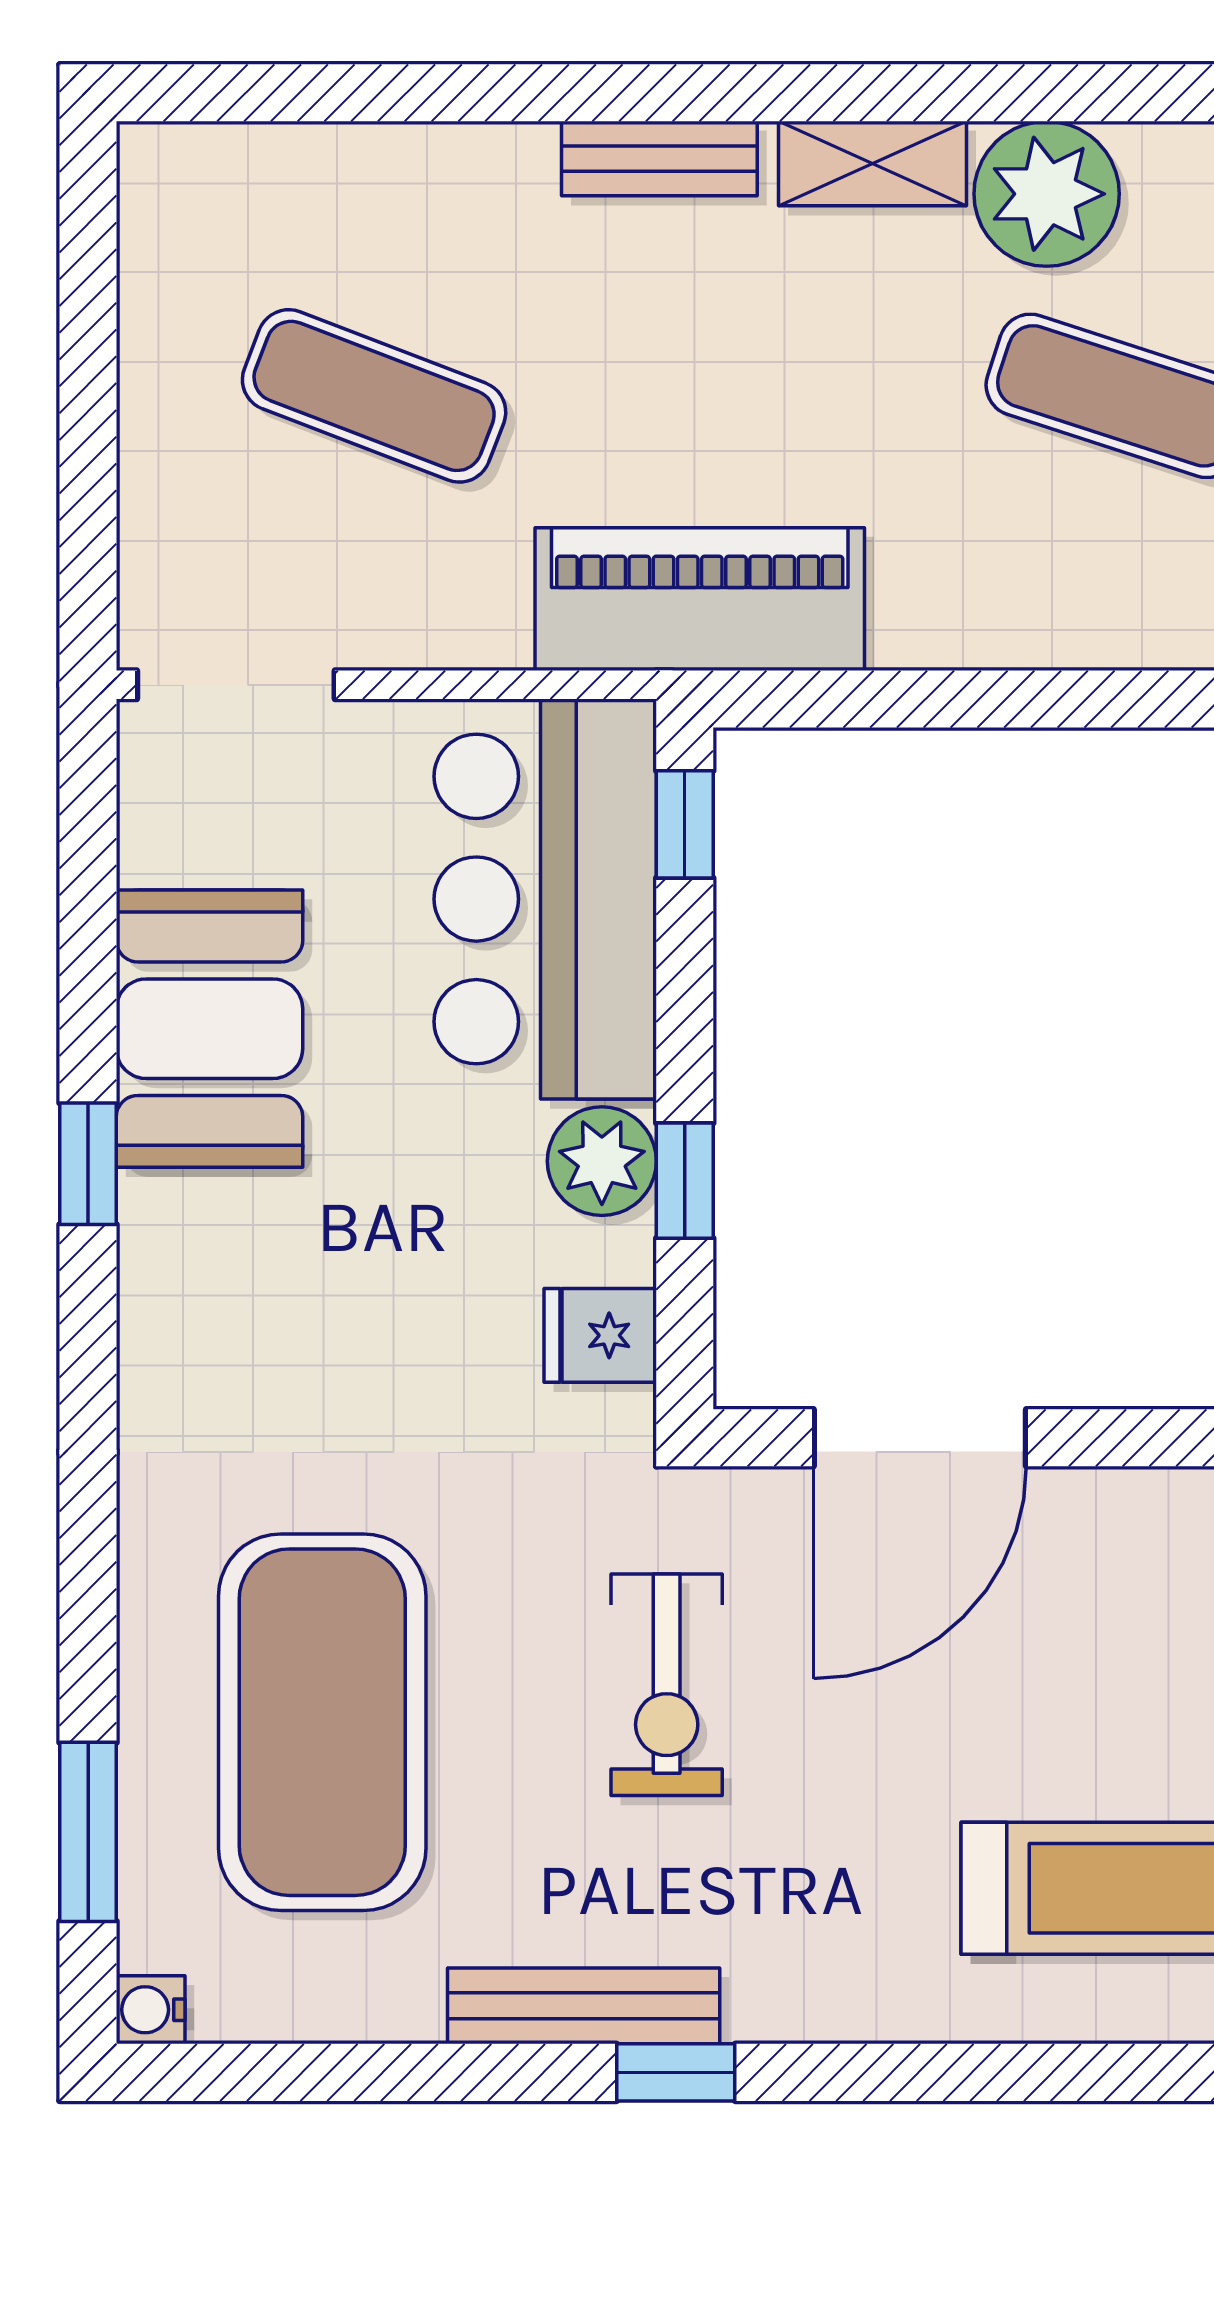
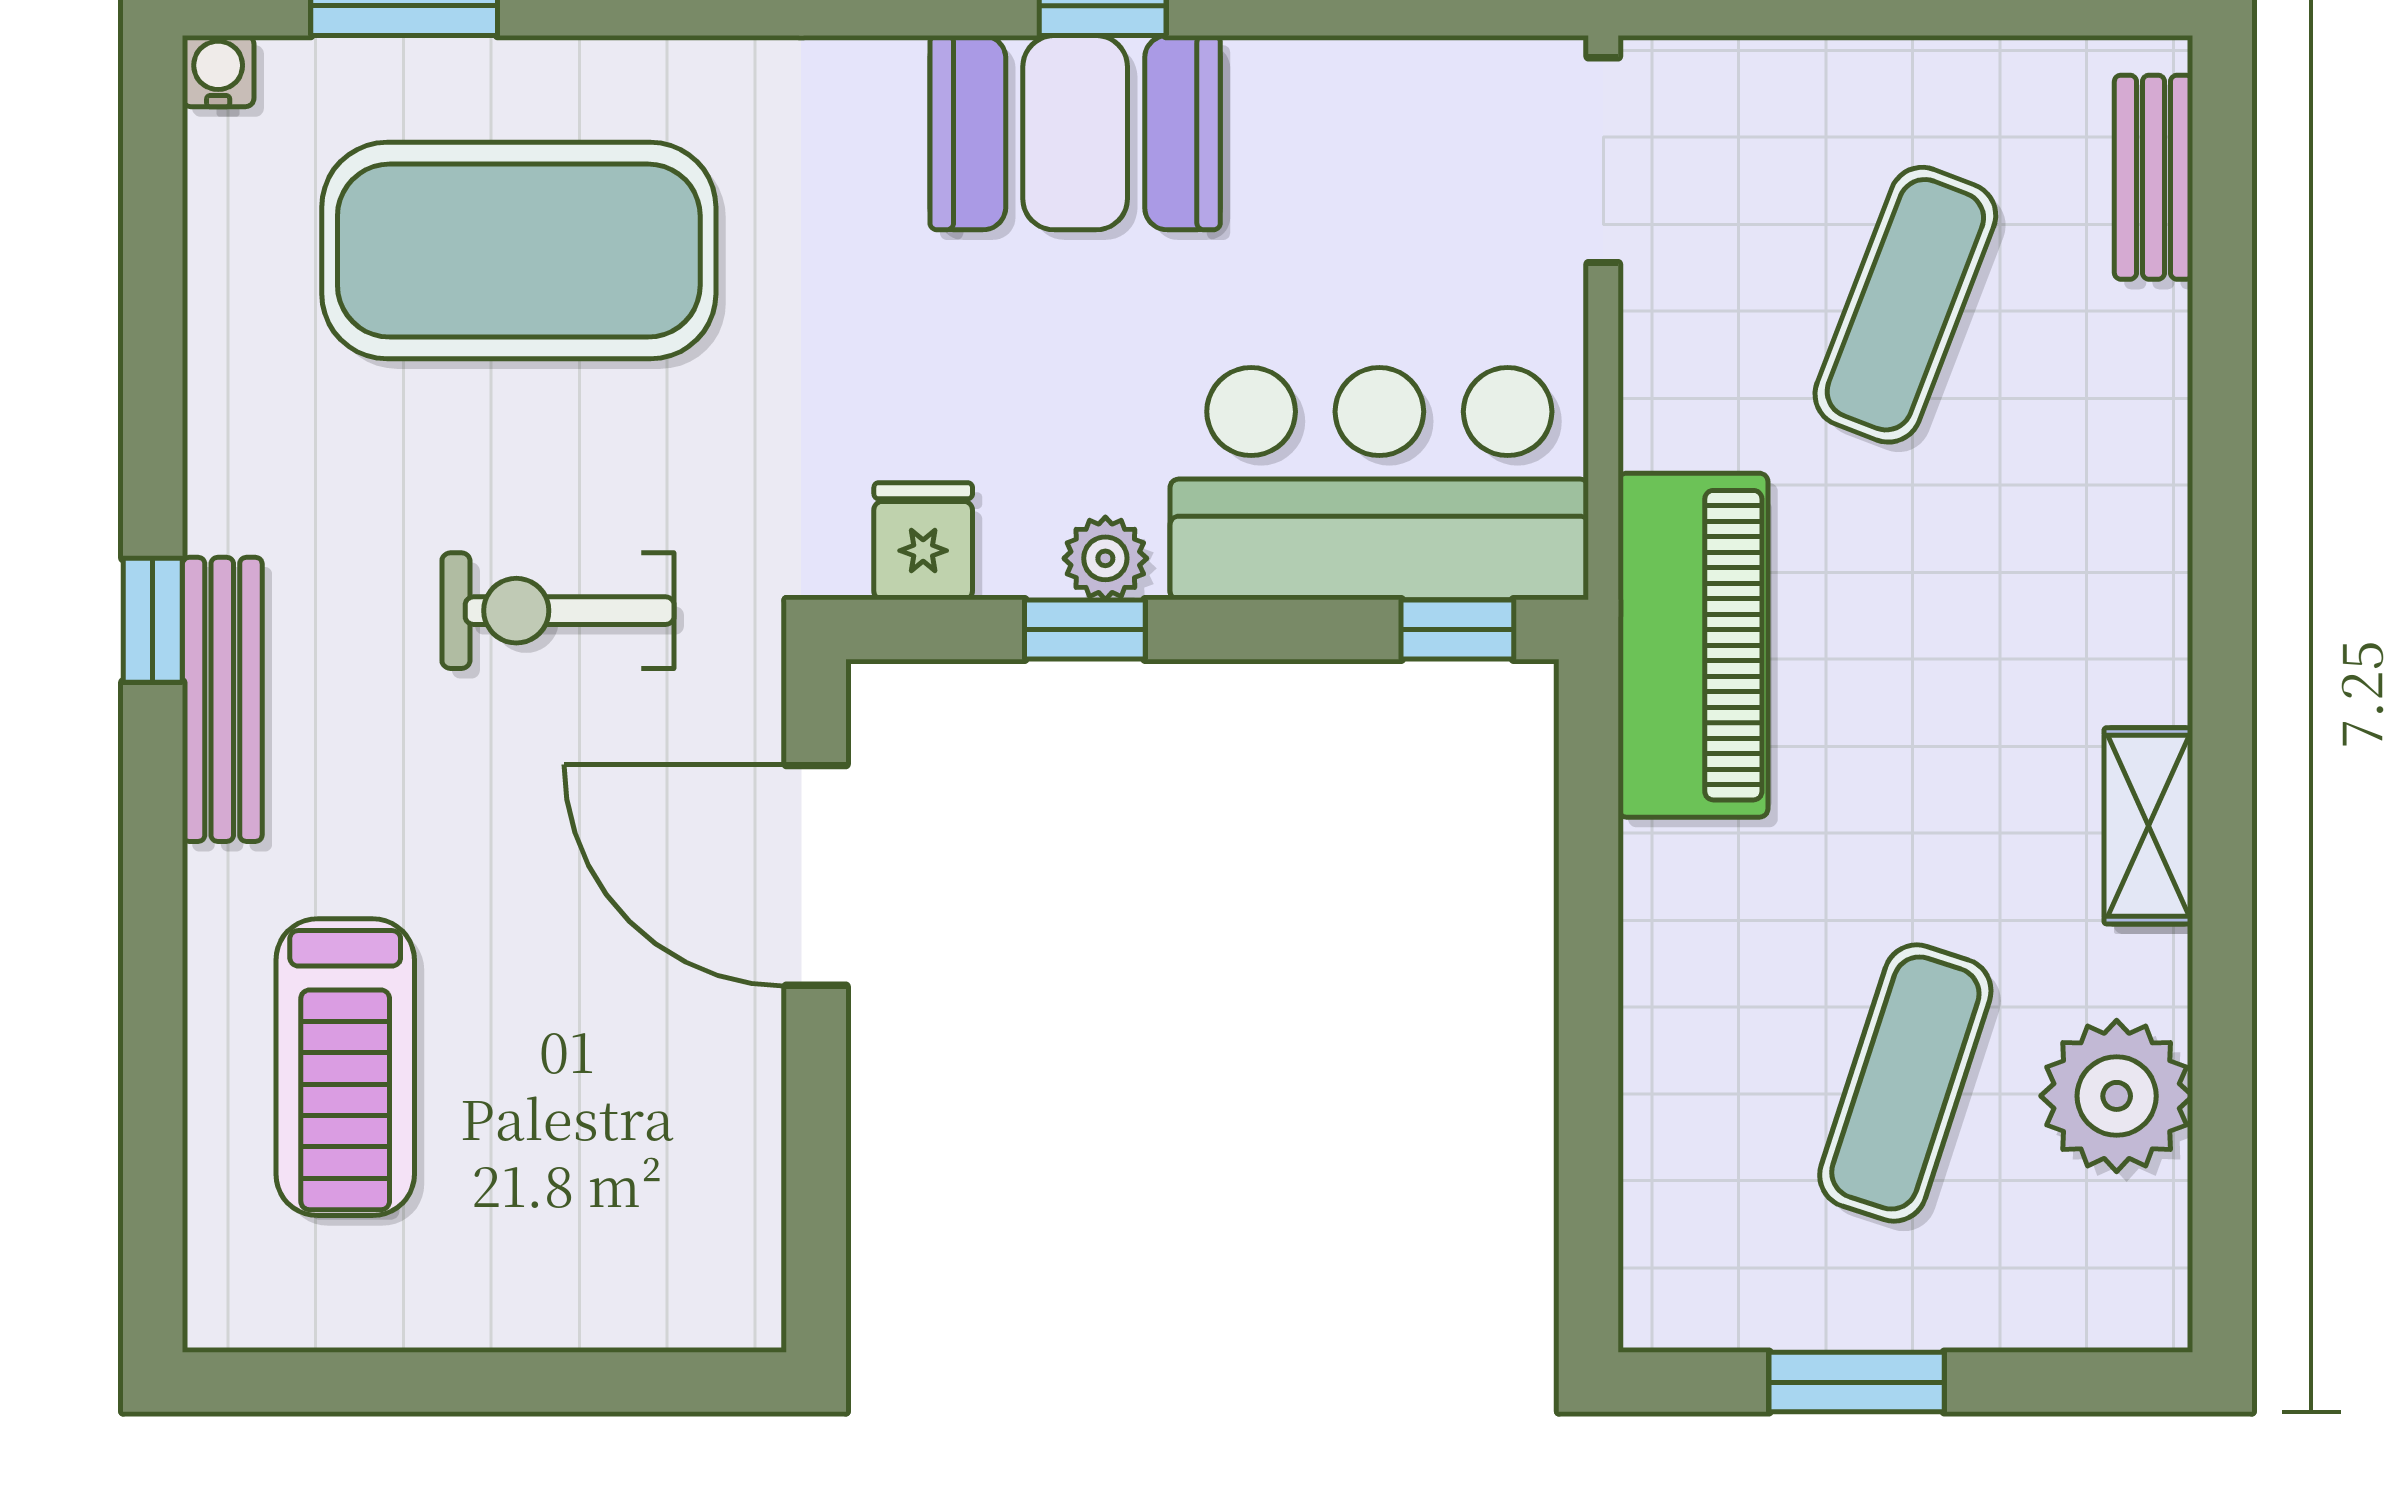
bench: (659, 159) -> (2153, 177), moved
plant: (1047, 194) -> (2117, 1096), moved
booth: (210, 1029) -> (1075, 133), moved
plant: (602, 1161) -> (1105, 558), width x0.73, depth x0.73
bench: (584, 2006) -> (222, 699), moved

